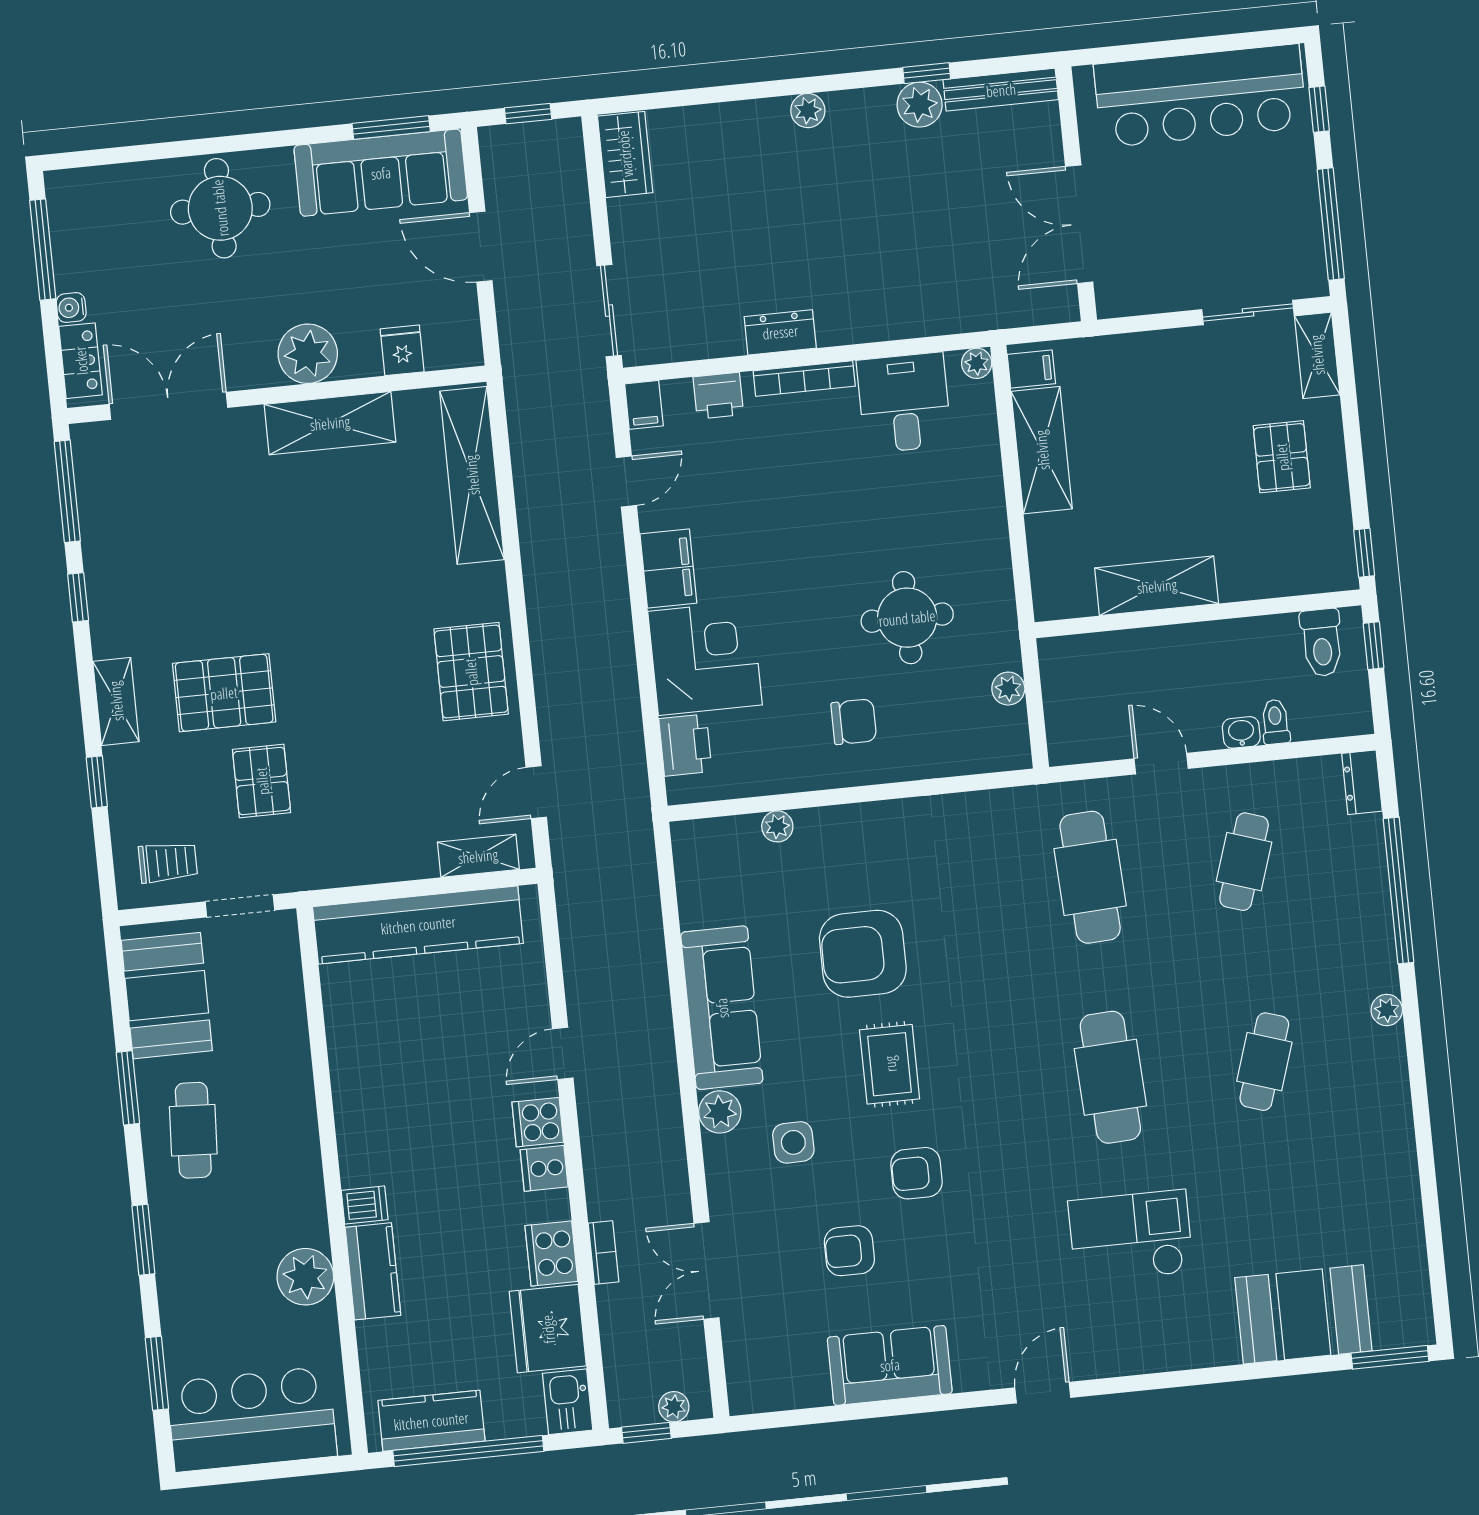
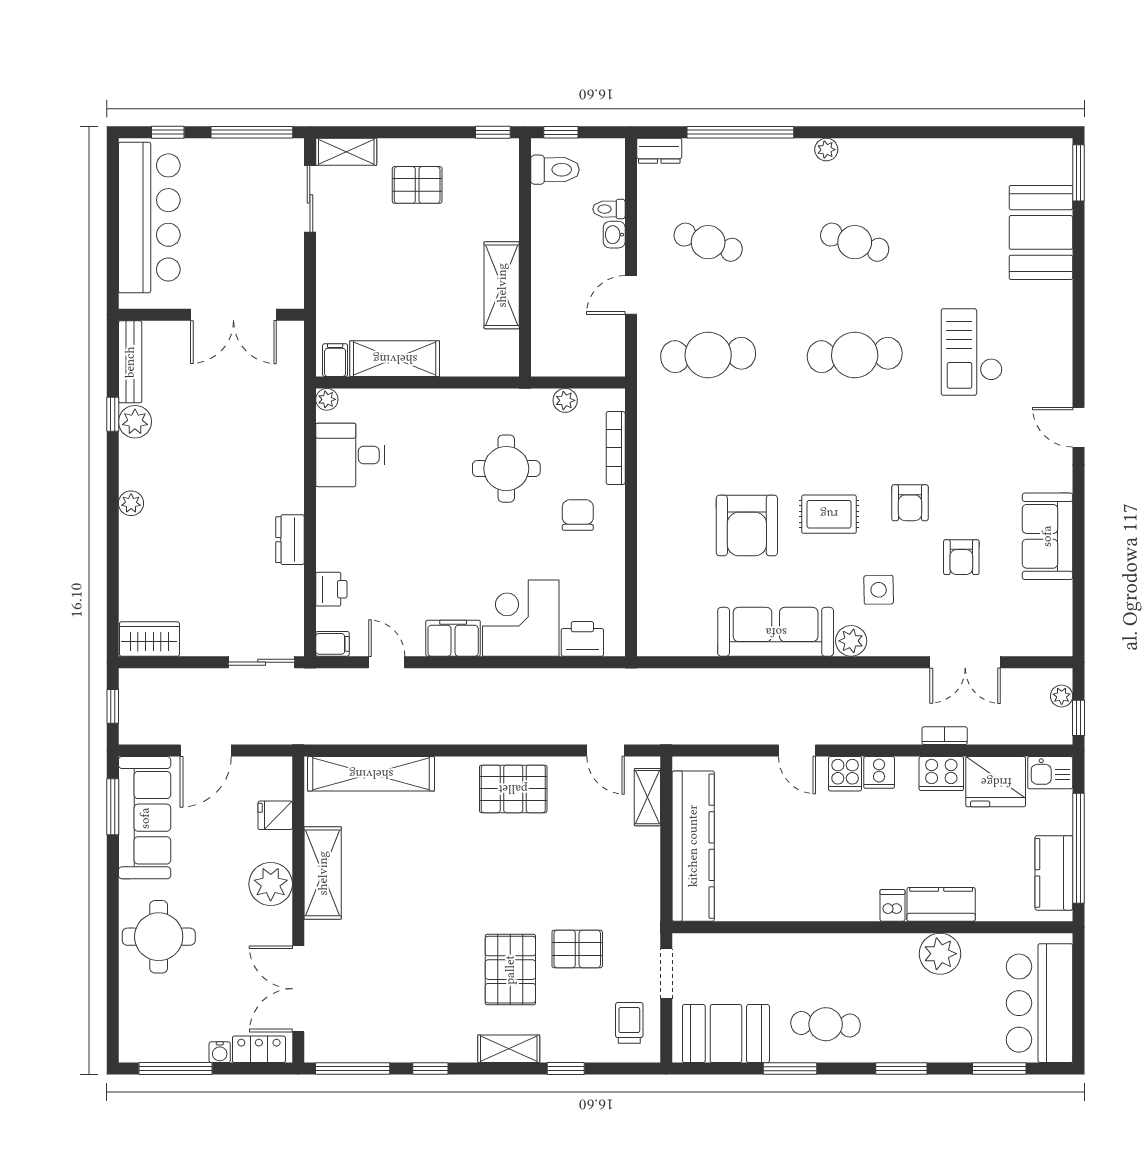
bookcase: (804, 379) -> (616, 448), moved, turned 180
plant: (777, 826) -> (648, 578), removed

